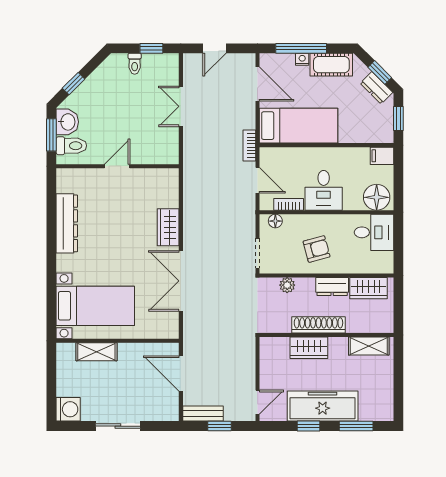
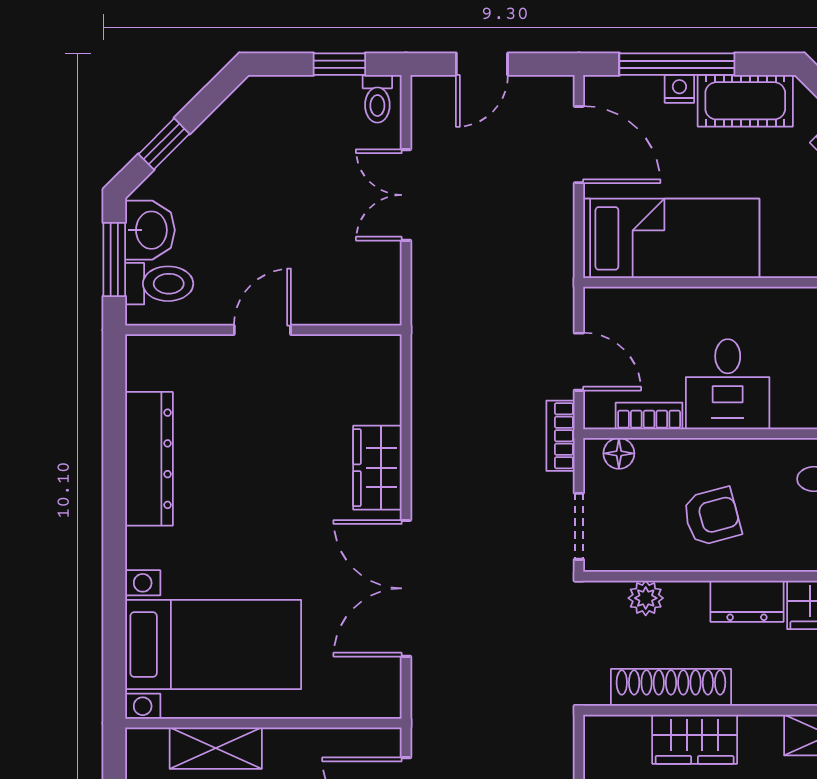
toilet: (135, 64) -> (377, 99), moved
bookcase: (249, 145) -> (560, 436), moved
shoe rack: (318, 325) -> (671, 687), moved

